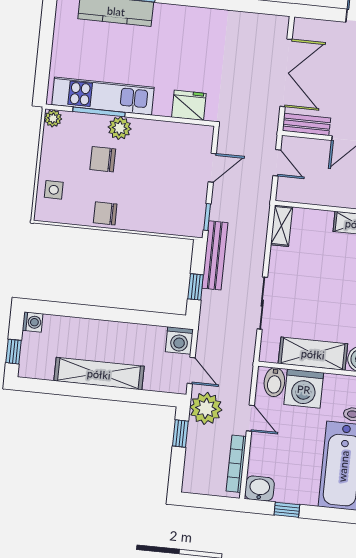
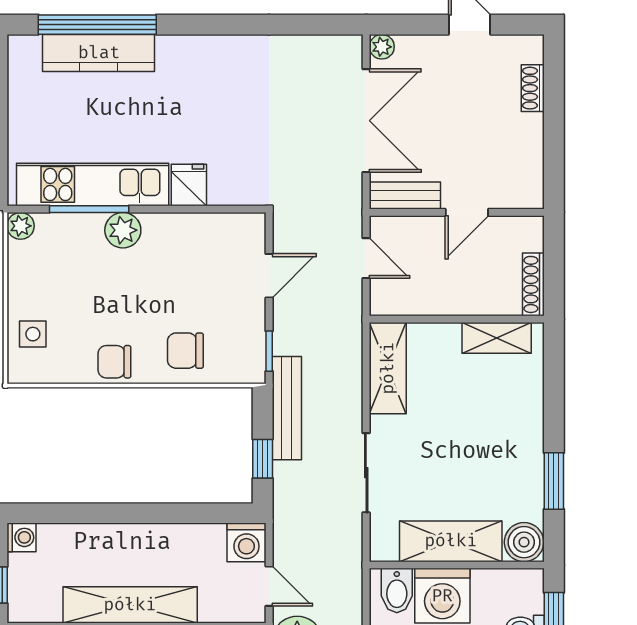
plant: (301, 26) -> (382, 47), added
fridge: (189, 105) -> (189, 185), moved, width x0.72
chair: (103, 159) -> (185, 351), moved
shelving: (281, 226) -> (388, 368), width x1.50, depth x1.33

